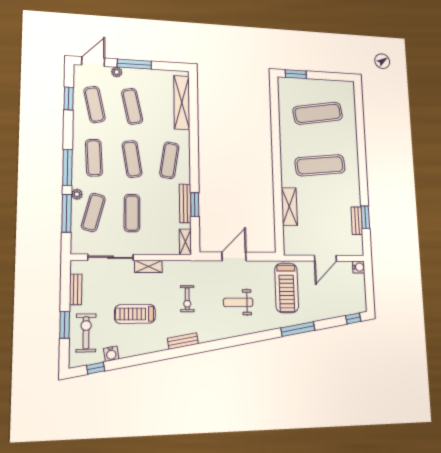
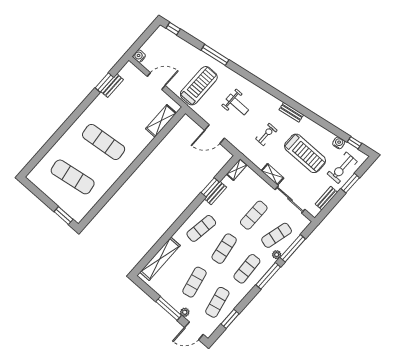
bench: (185, 203) -> (216, 193), width x0.73
shelving: (289, 207) -> (161, 121), moved
treadmill: (135, 314) -> (305, 153), width x1.37, depth x1.38

